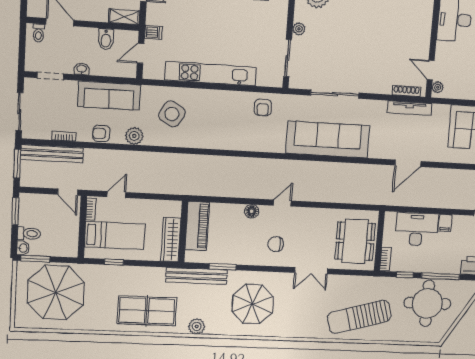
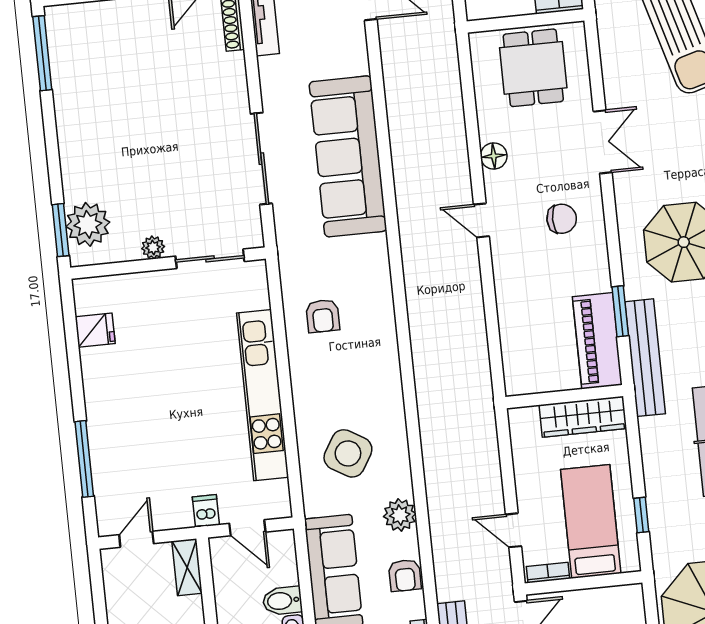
bidet: (106, 39) -> (282, 601), moved, turned 180
armchair: (263, 107) -> (323, 316), moved, turned 90
floor lamp: (252, 211) -> (494, 156), moved
piano: (197, 226) -> (597, 341), moved, turned -90
dining table: (355, 241) -> (533, 68), width x0.73
chair: (276, 244) -> (562, 219), turned -90

